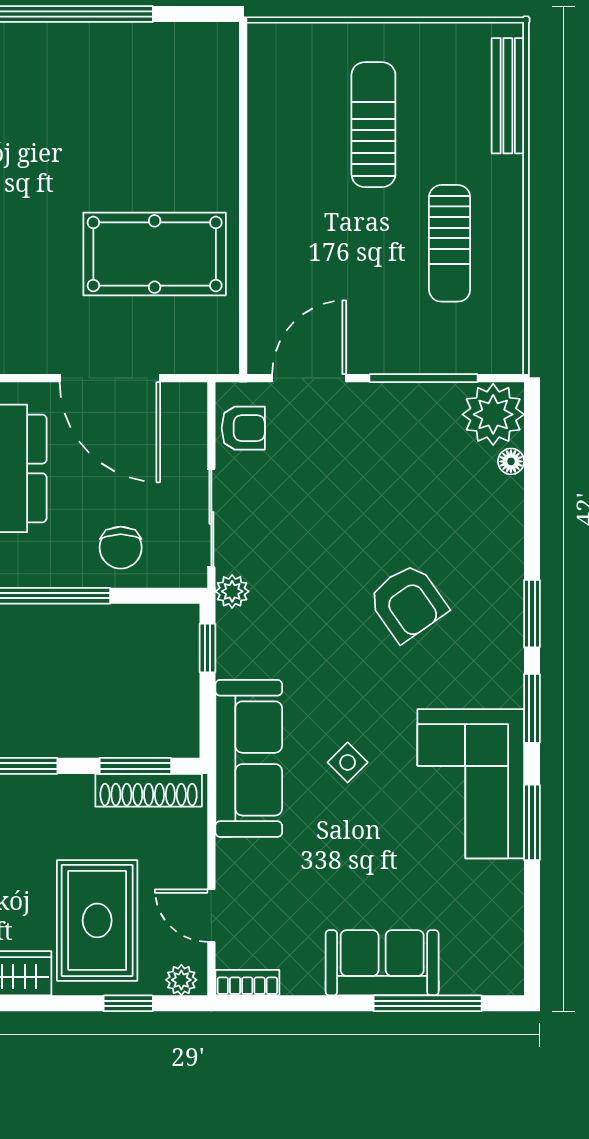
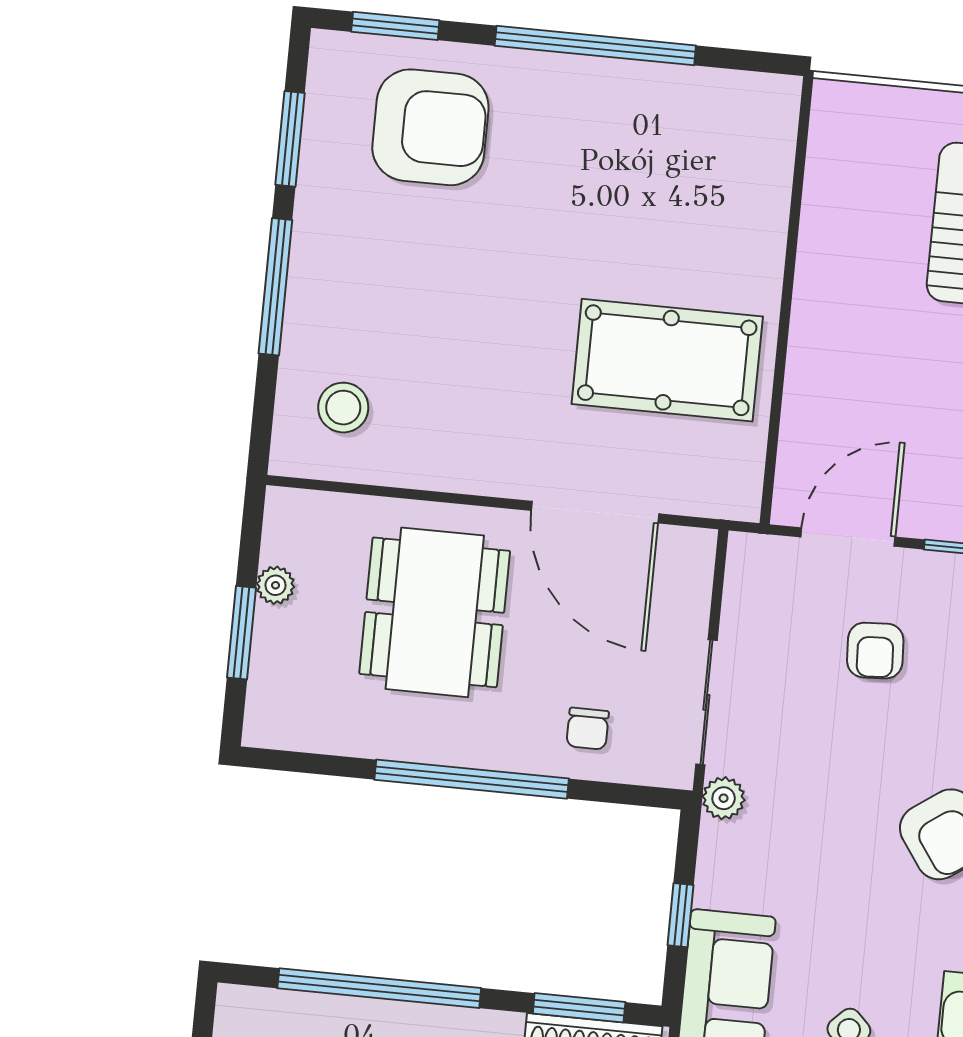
armchair: (243, 428) -> (875, 651), moved, turned 87
chair: (121, 548) -> (588, 729), width x0.73, depth x0.73
window: (207, 648) -> (681, 915), moved

